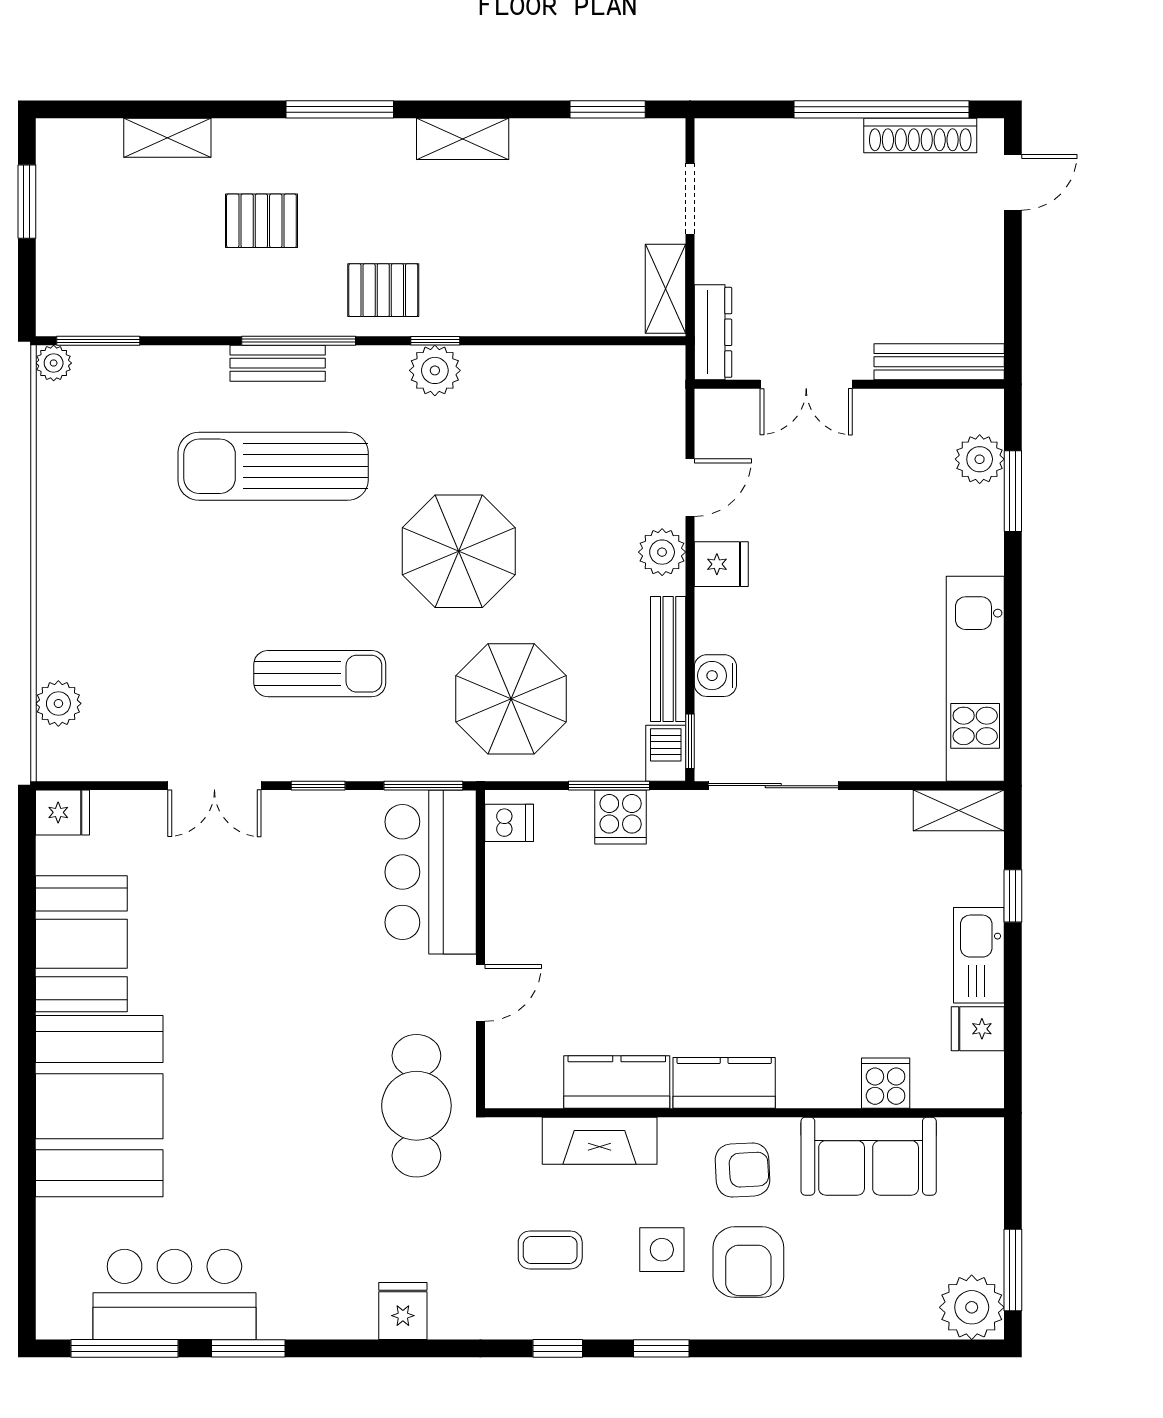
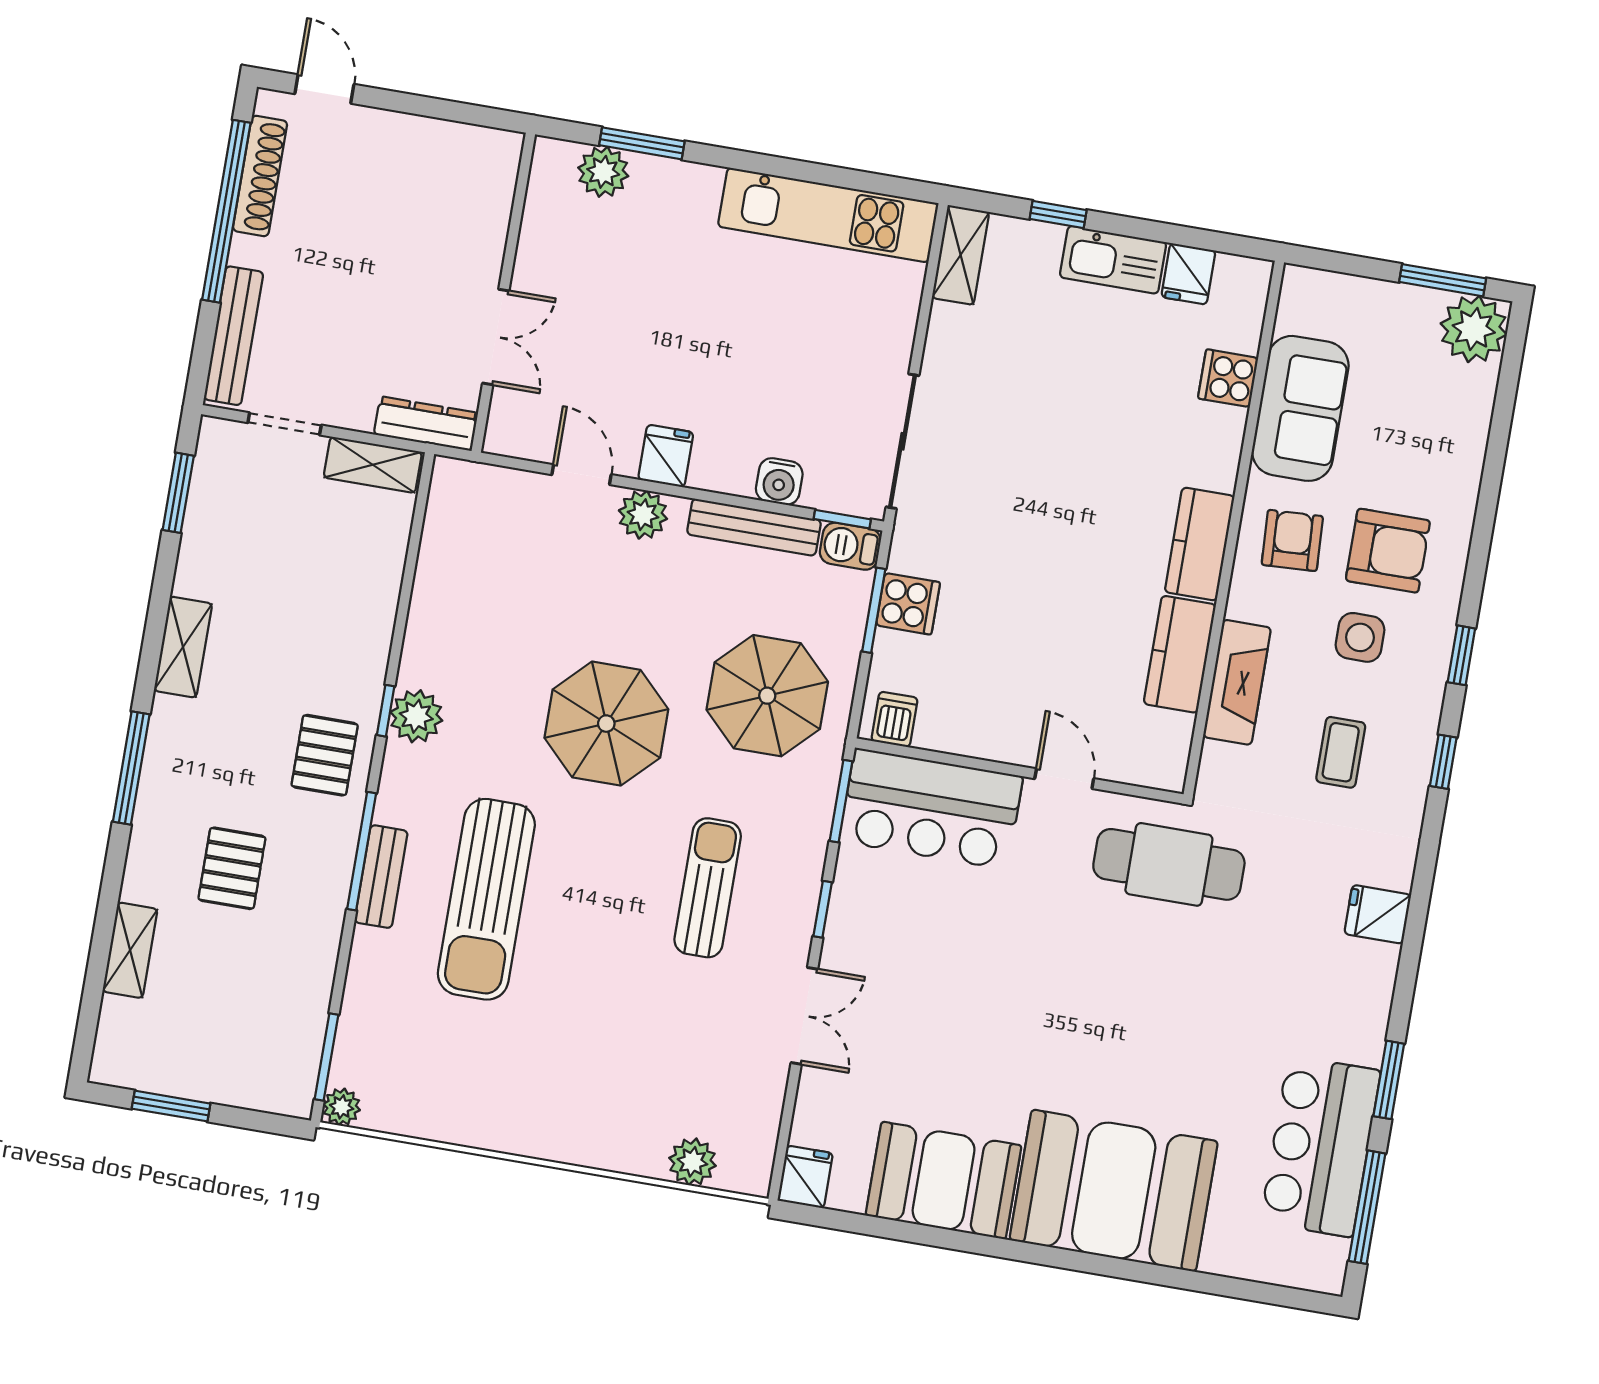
bench: (939, 362) -> (234, 336), moved

